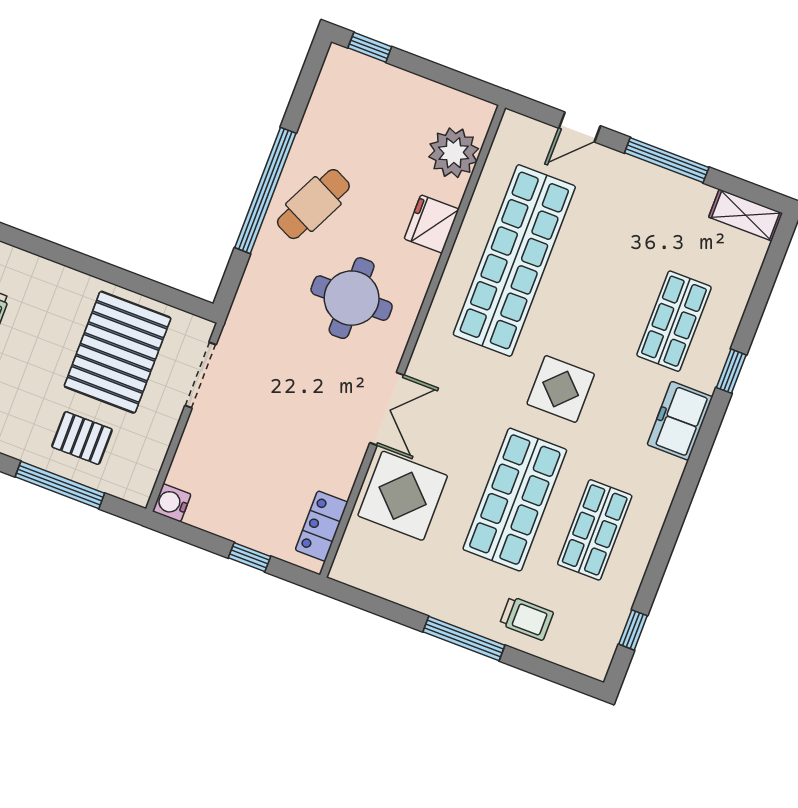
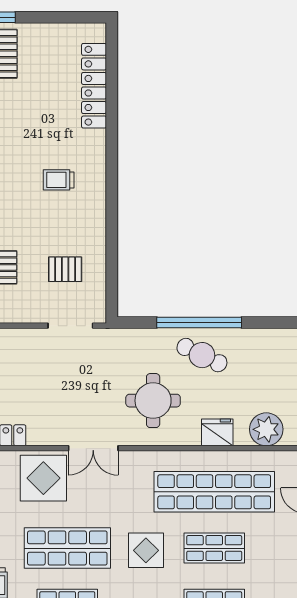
shop shelf: (594, 291) -> (214, 548), added
pallet: (118, 352) -> (65, 269), width x0.49, depth x0.50

